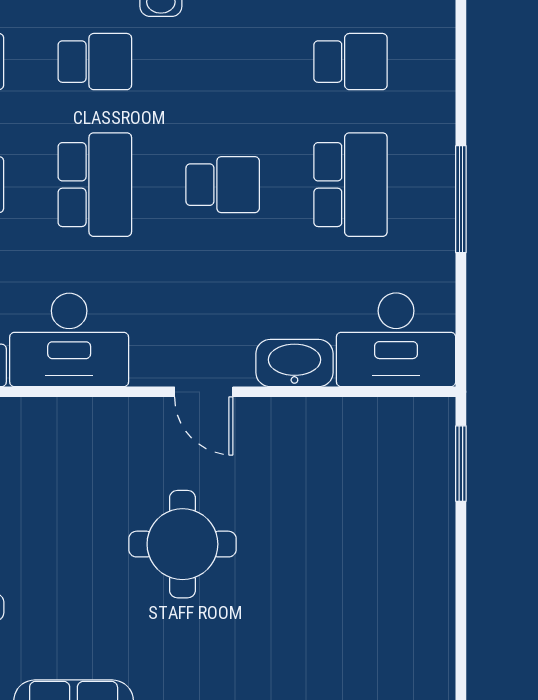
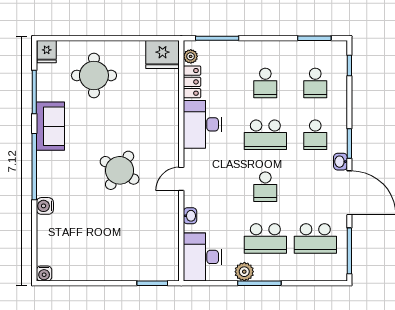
school desk: (351, 62) -> (315, 239), width x1.85
plant: (432, 237) -> (244, 272), added
washbasin: (294, 363) -> (190, 216), width x0.52, depth x0.69
round table: (182, 544) -> (120, 170), turned 32

